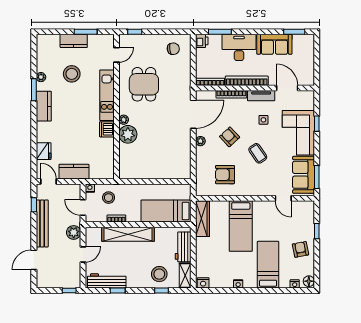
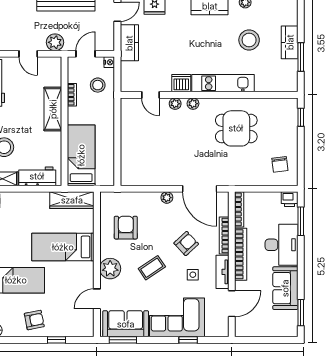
door: (117, 55) -> (150, 95), moved
plant: (128, 134) -> (175, 104), width x0.53, depth x0.53
armchair: (230, 137) -> (186, 244), moved
plant: (258, 187) -> (110, 269), added
shelving: (128, 234) -> (53, 109), width x0.68

